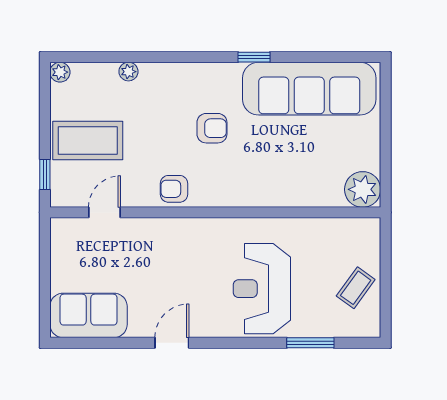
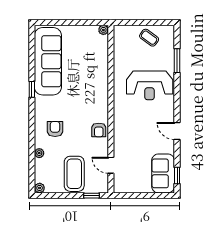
armchair: (212, 128) -> (55, 129), moved
plant: (363, 189) -> (103, 30), width x0.53, depth x0.53
window: (84, 343) -> (177, 175), added

